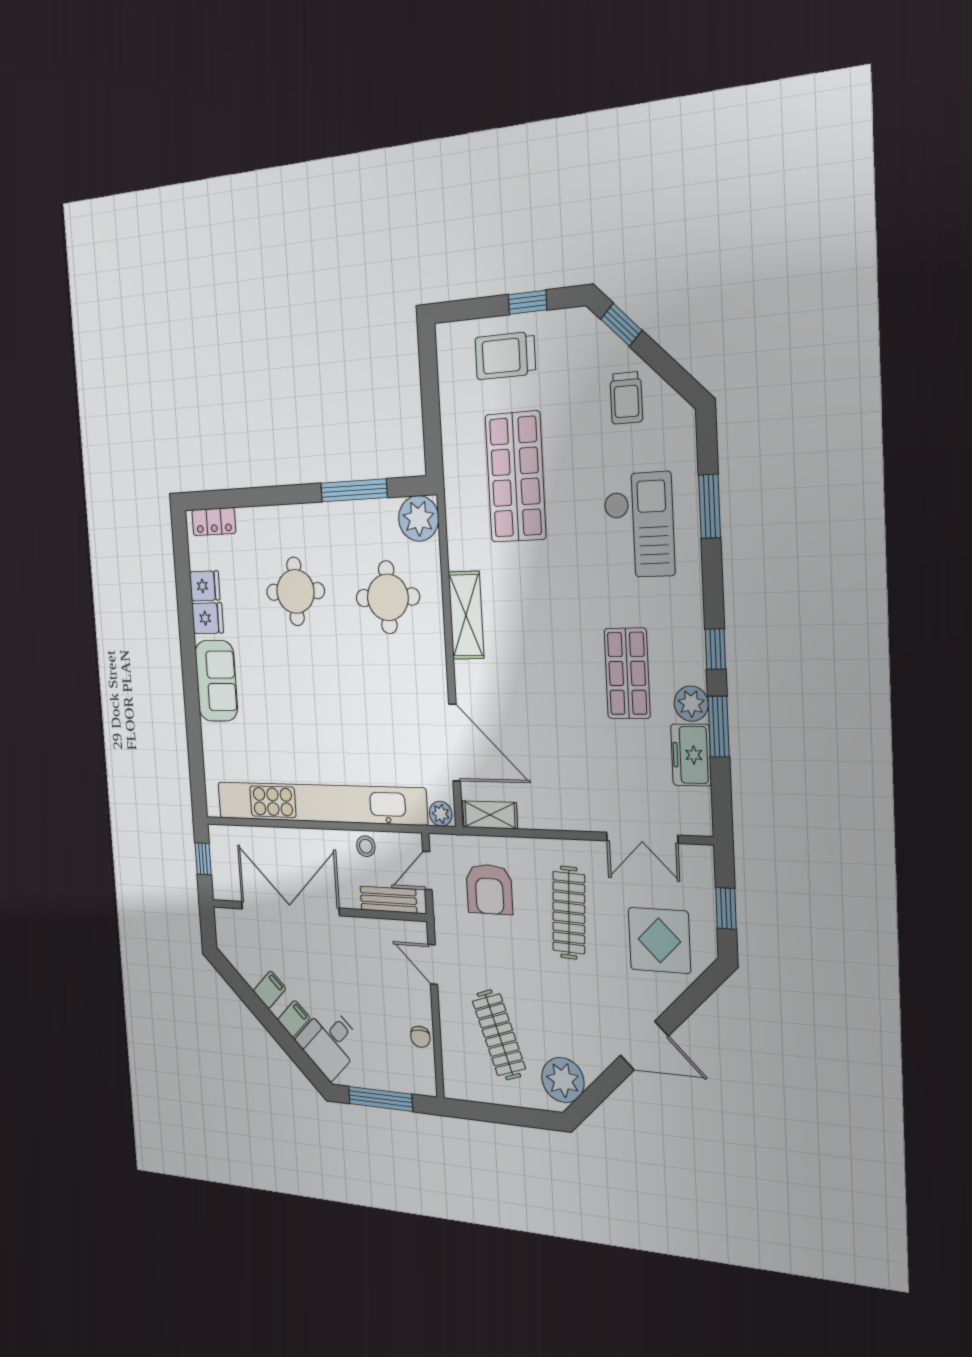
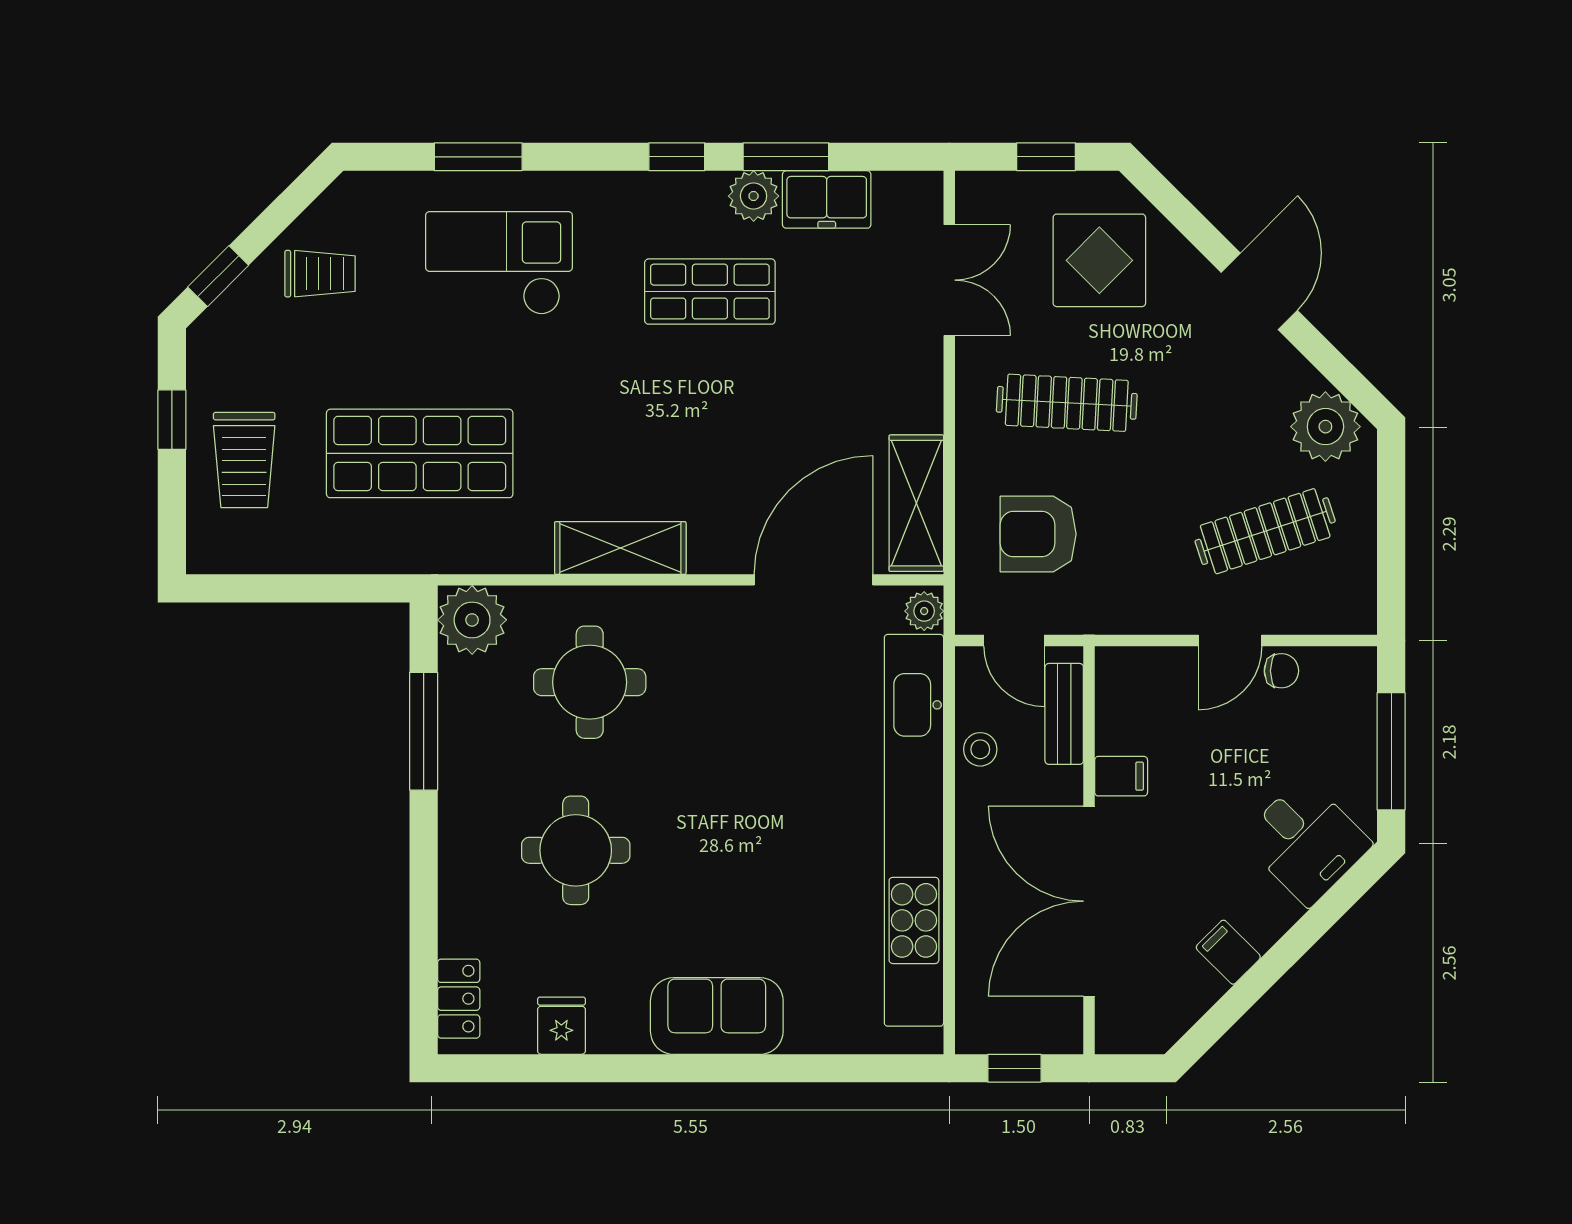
fridge: (208, 618) -> (614, 1025), removed
shelving: (490, 815) -> (916, 503), width x1.50, depth x1.33
armchair: (489, 889) -> (1038, 534), turned 180
door: (433, 964) -> (1230, 640), moved
filing cabinet: (294, 1019) -> (1121, 776), moved, turned 135

